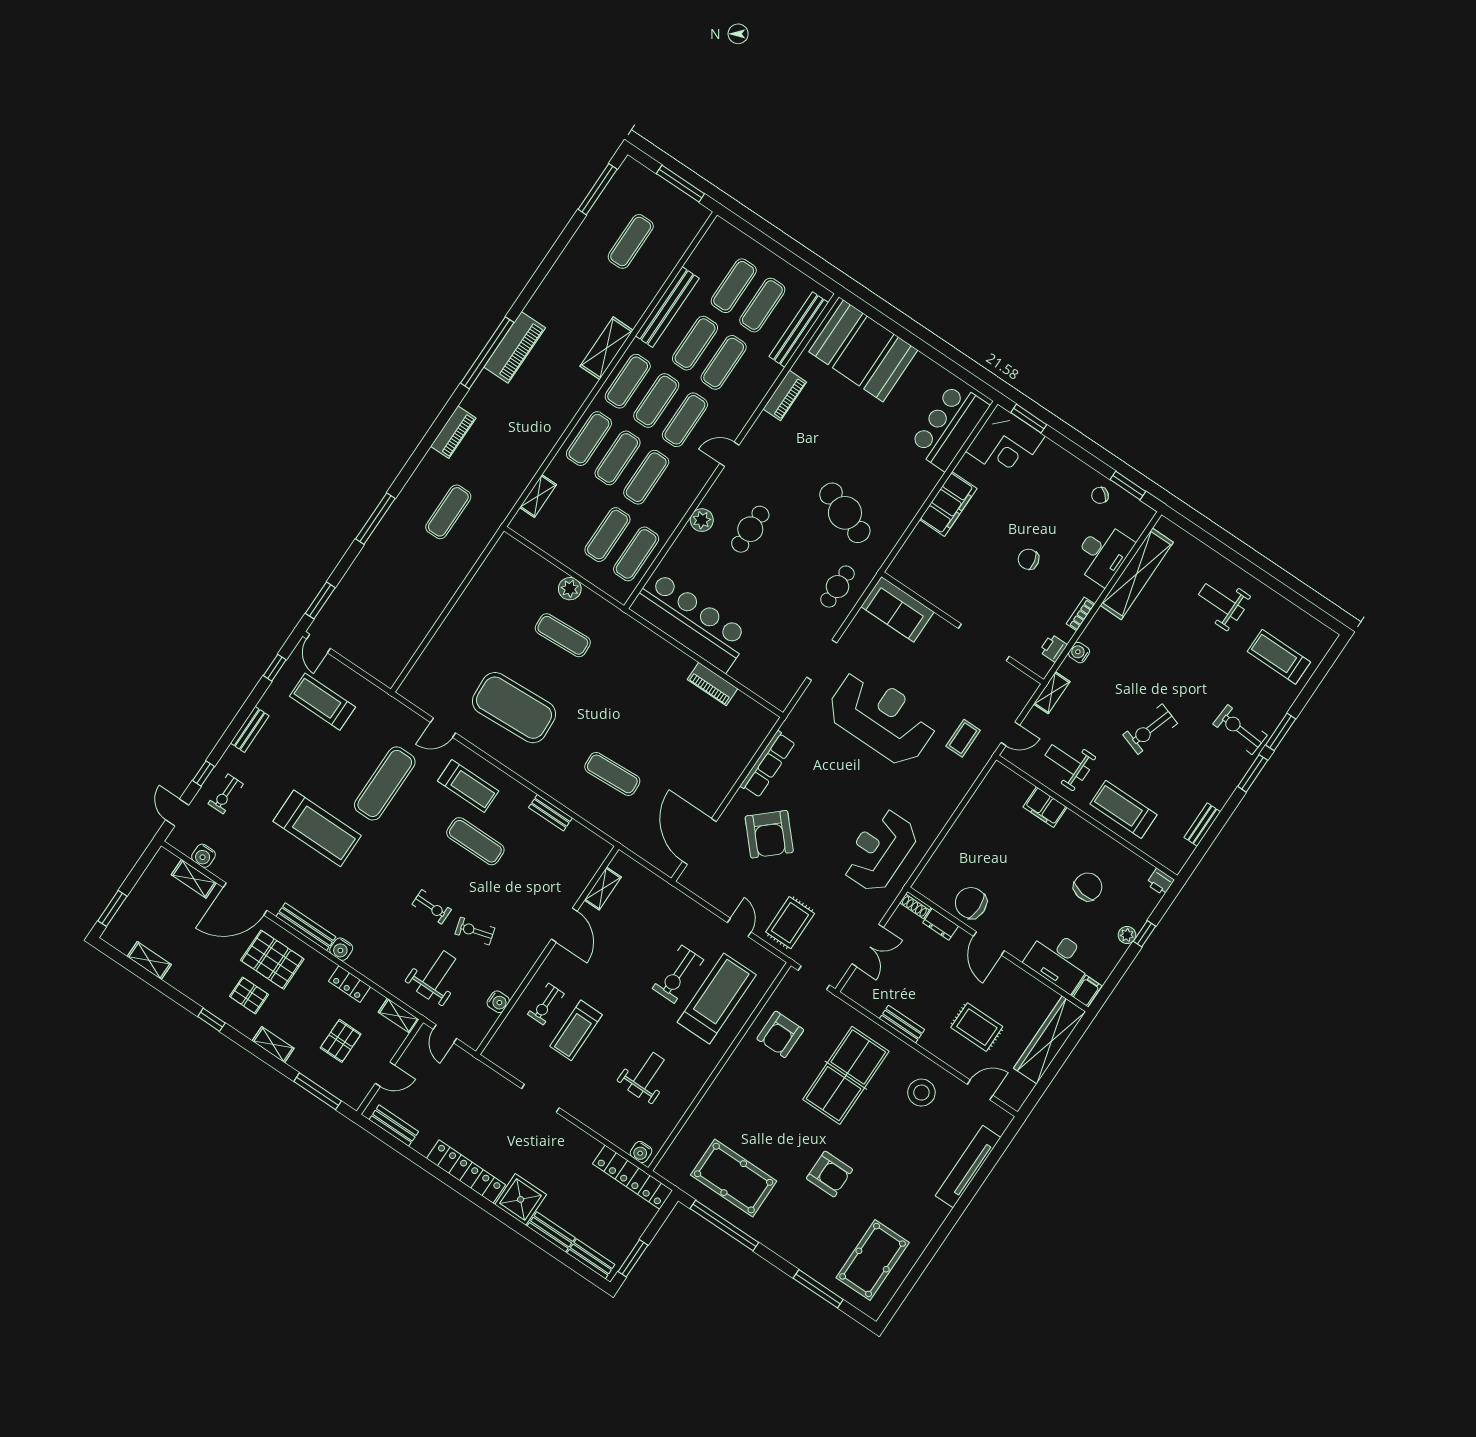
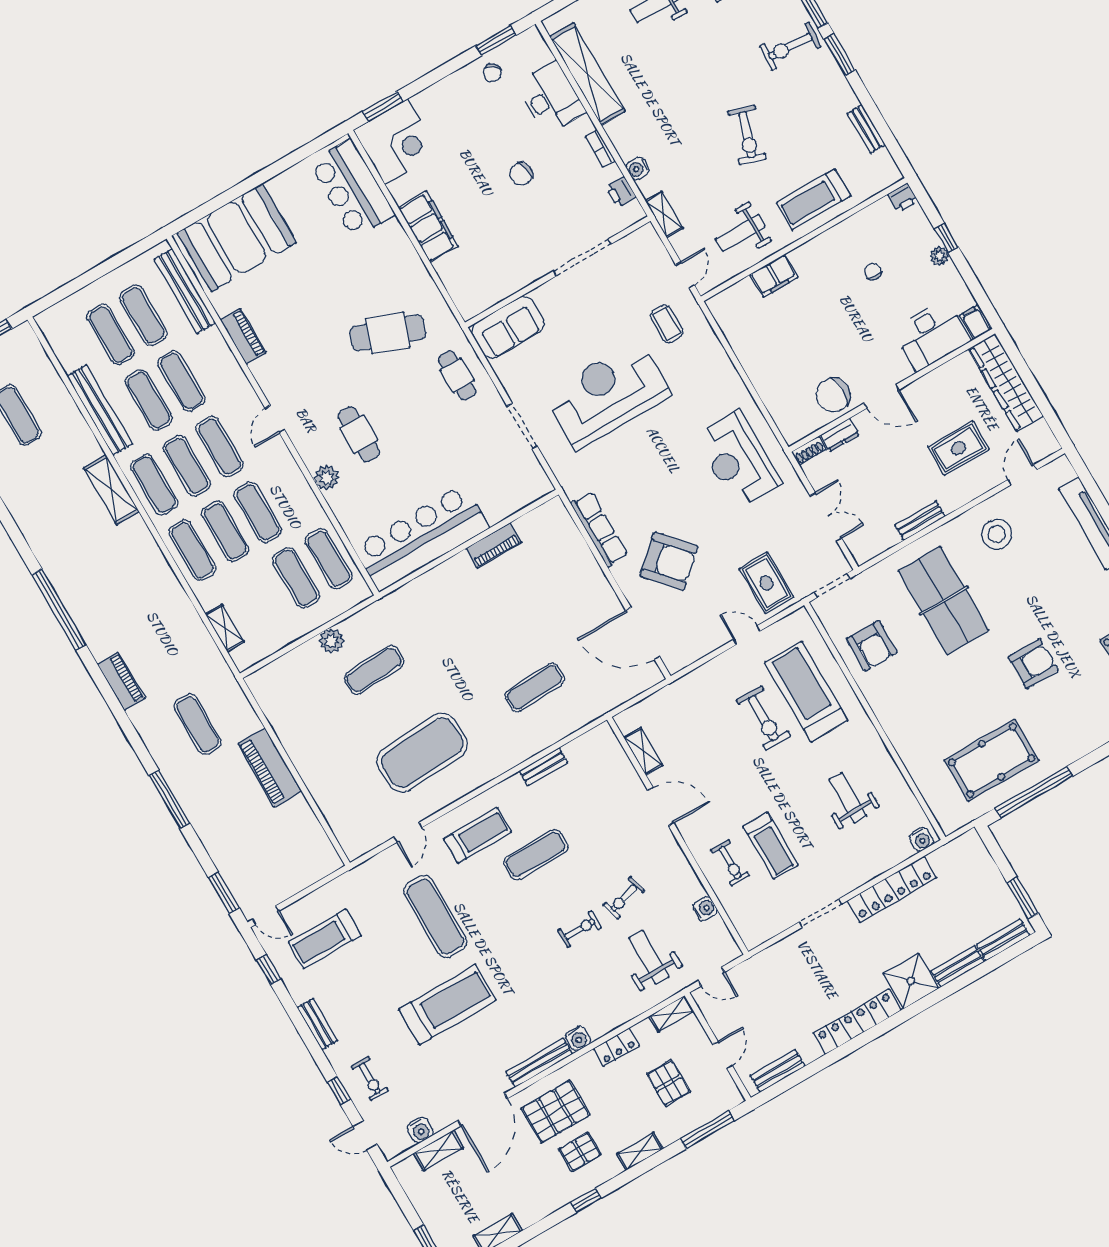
piano: (515, 347) -> (270, 768), moved, turned 180
chair: (1088, 887) -> (873, 272), width x0.54, depth x0.54
locker: (633, 1177) -> (892, 889), moved

